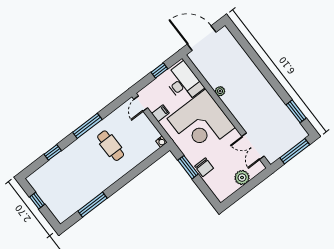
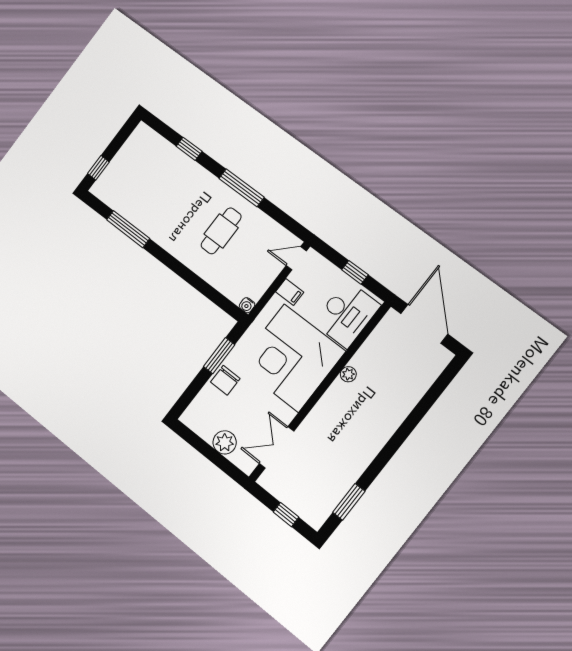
window: (295, 151) -> (286, 515), width x0.46
window: (37, 201) -> (98, 168), moved

